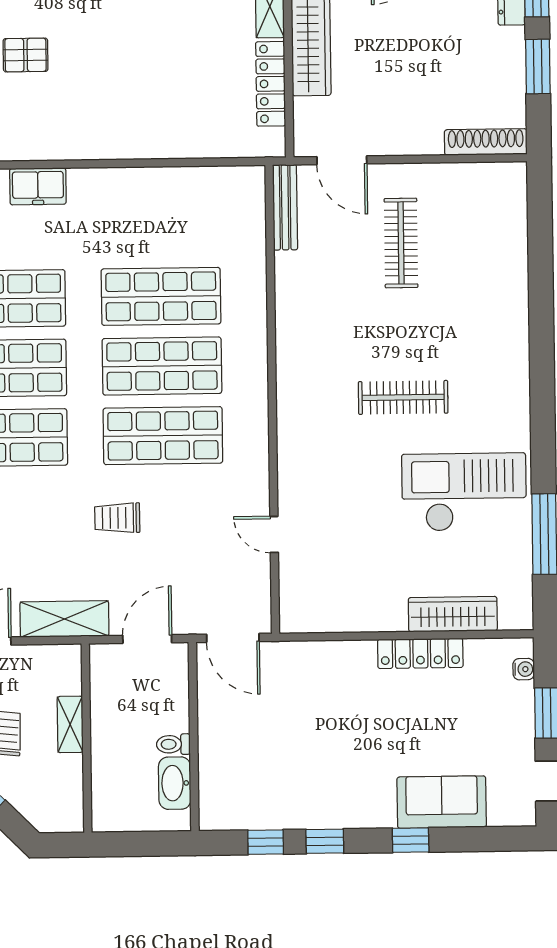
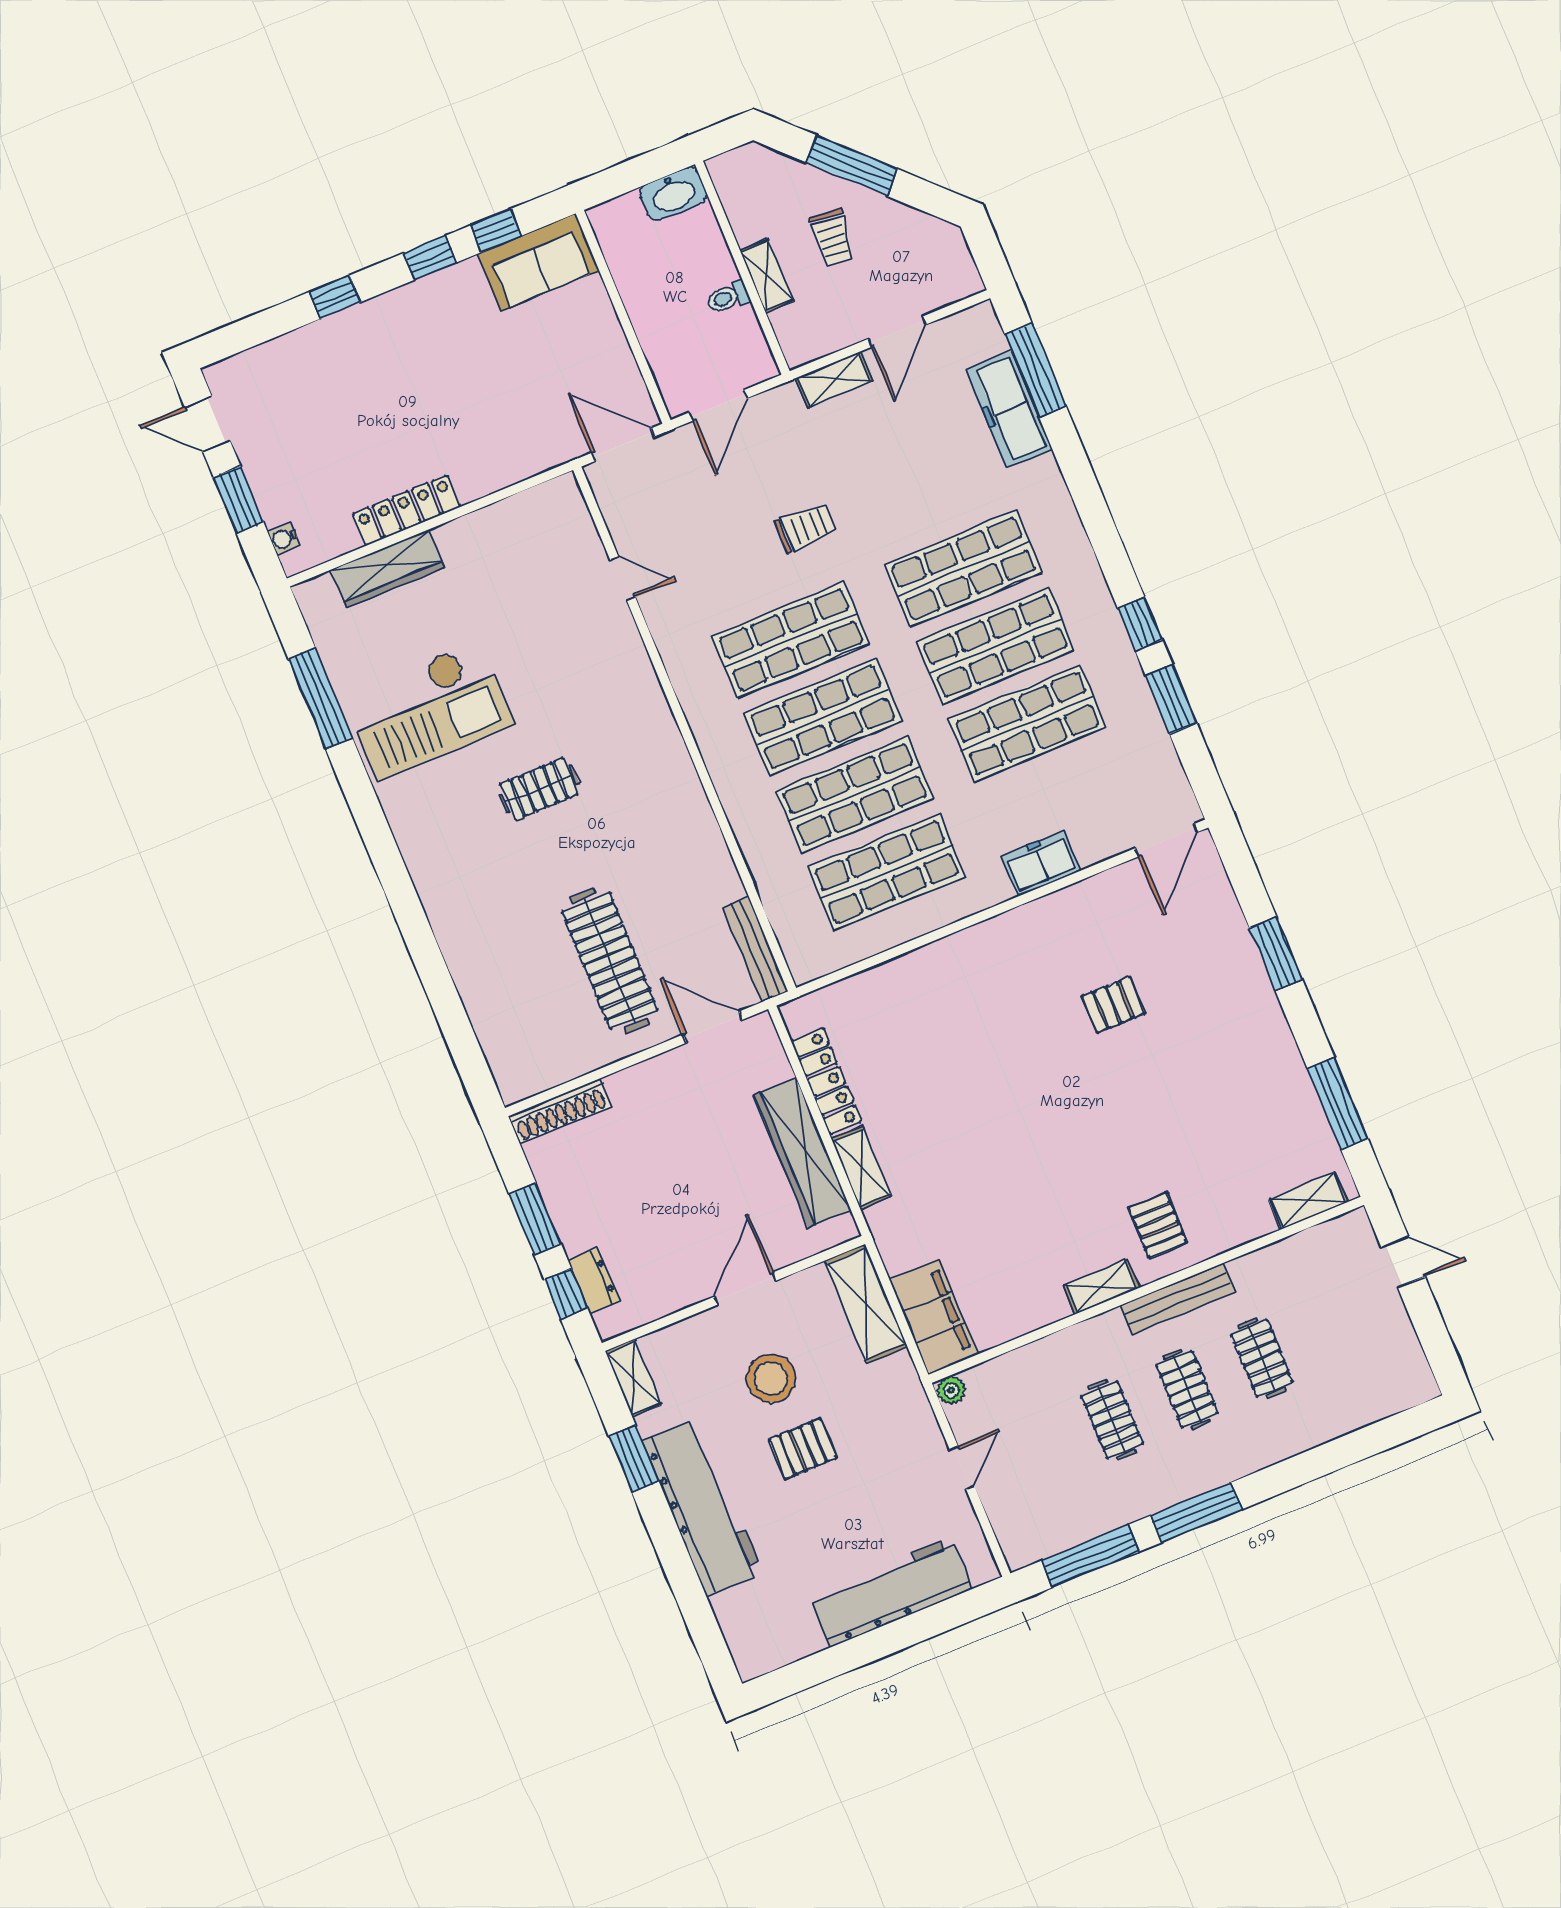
shop shelf: (160, 227) -> (887, 872), added
clothes rail: (401, 243) -> (610, 961), width x1.37, depth x1.31
clothes rail: (403, 397) -> (539, 789), width x0.73
shelving: (64, 619) -> (834, 380), width x0.67, depth x0.75
toilet: (173, 744) -> (728, 297), moved, turned 180
washbasin: (175, 783) -> (673, 194), moved, turned 90
sofa: (442, 802) -> (538, 262), moved

